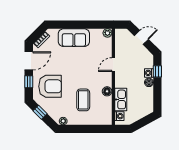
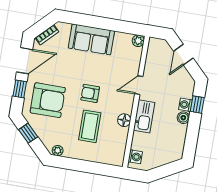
door: (141, 37) -> (183, 55), swing flipped
armchair: (80, 76) -> (90, 93), added
kitchen sink: (121, 99) -> (144, 116), moved

